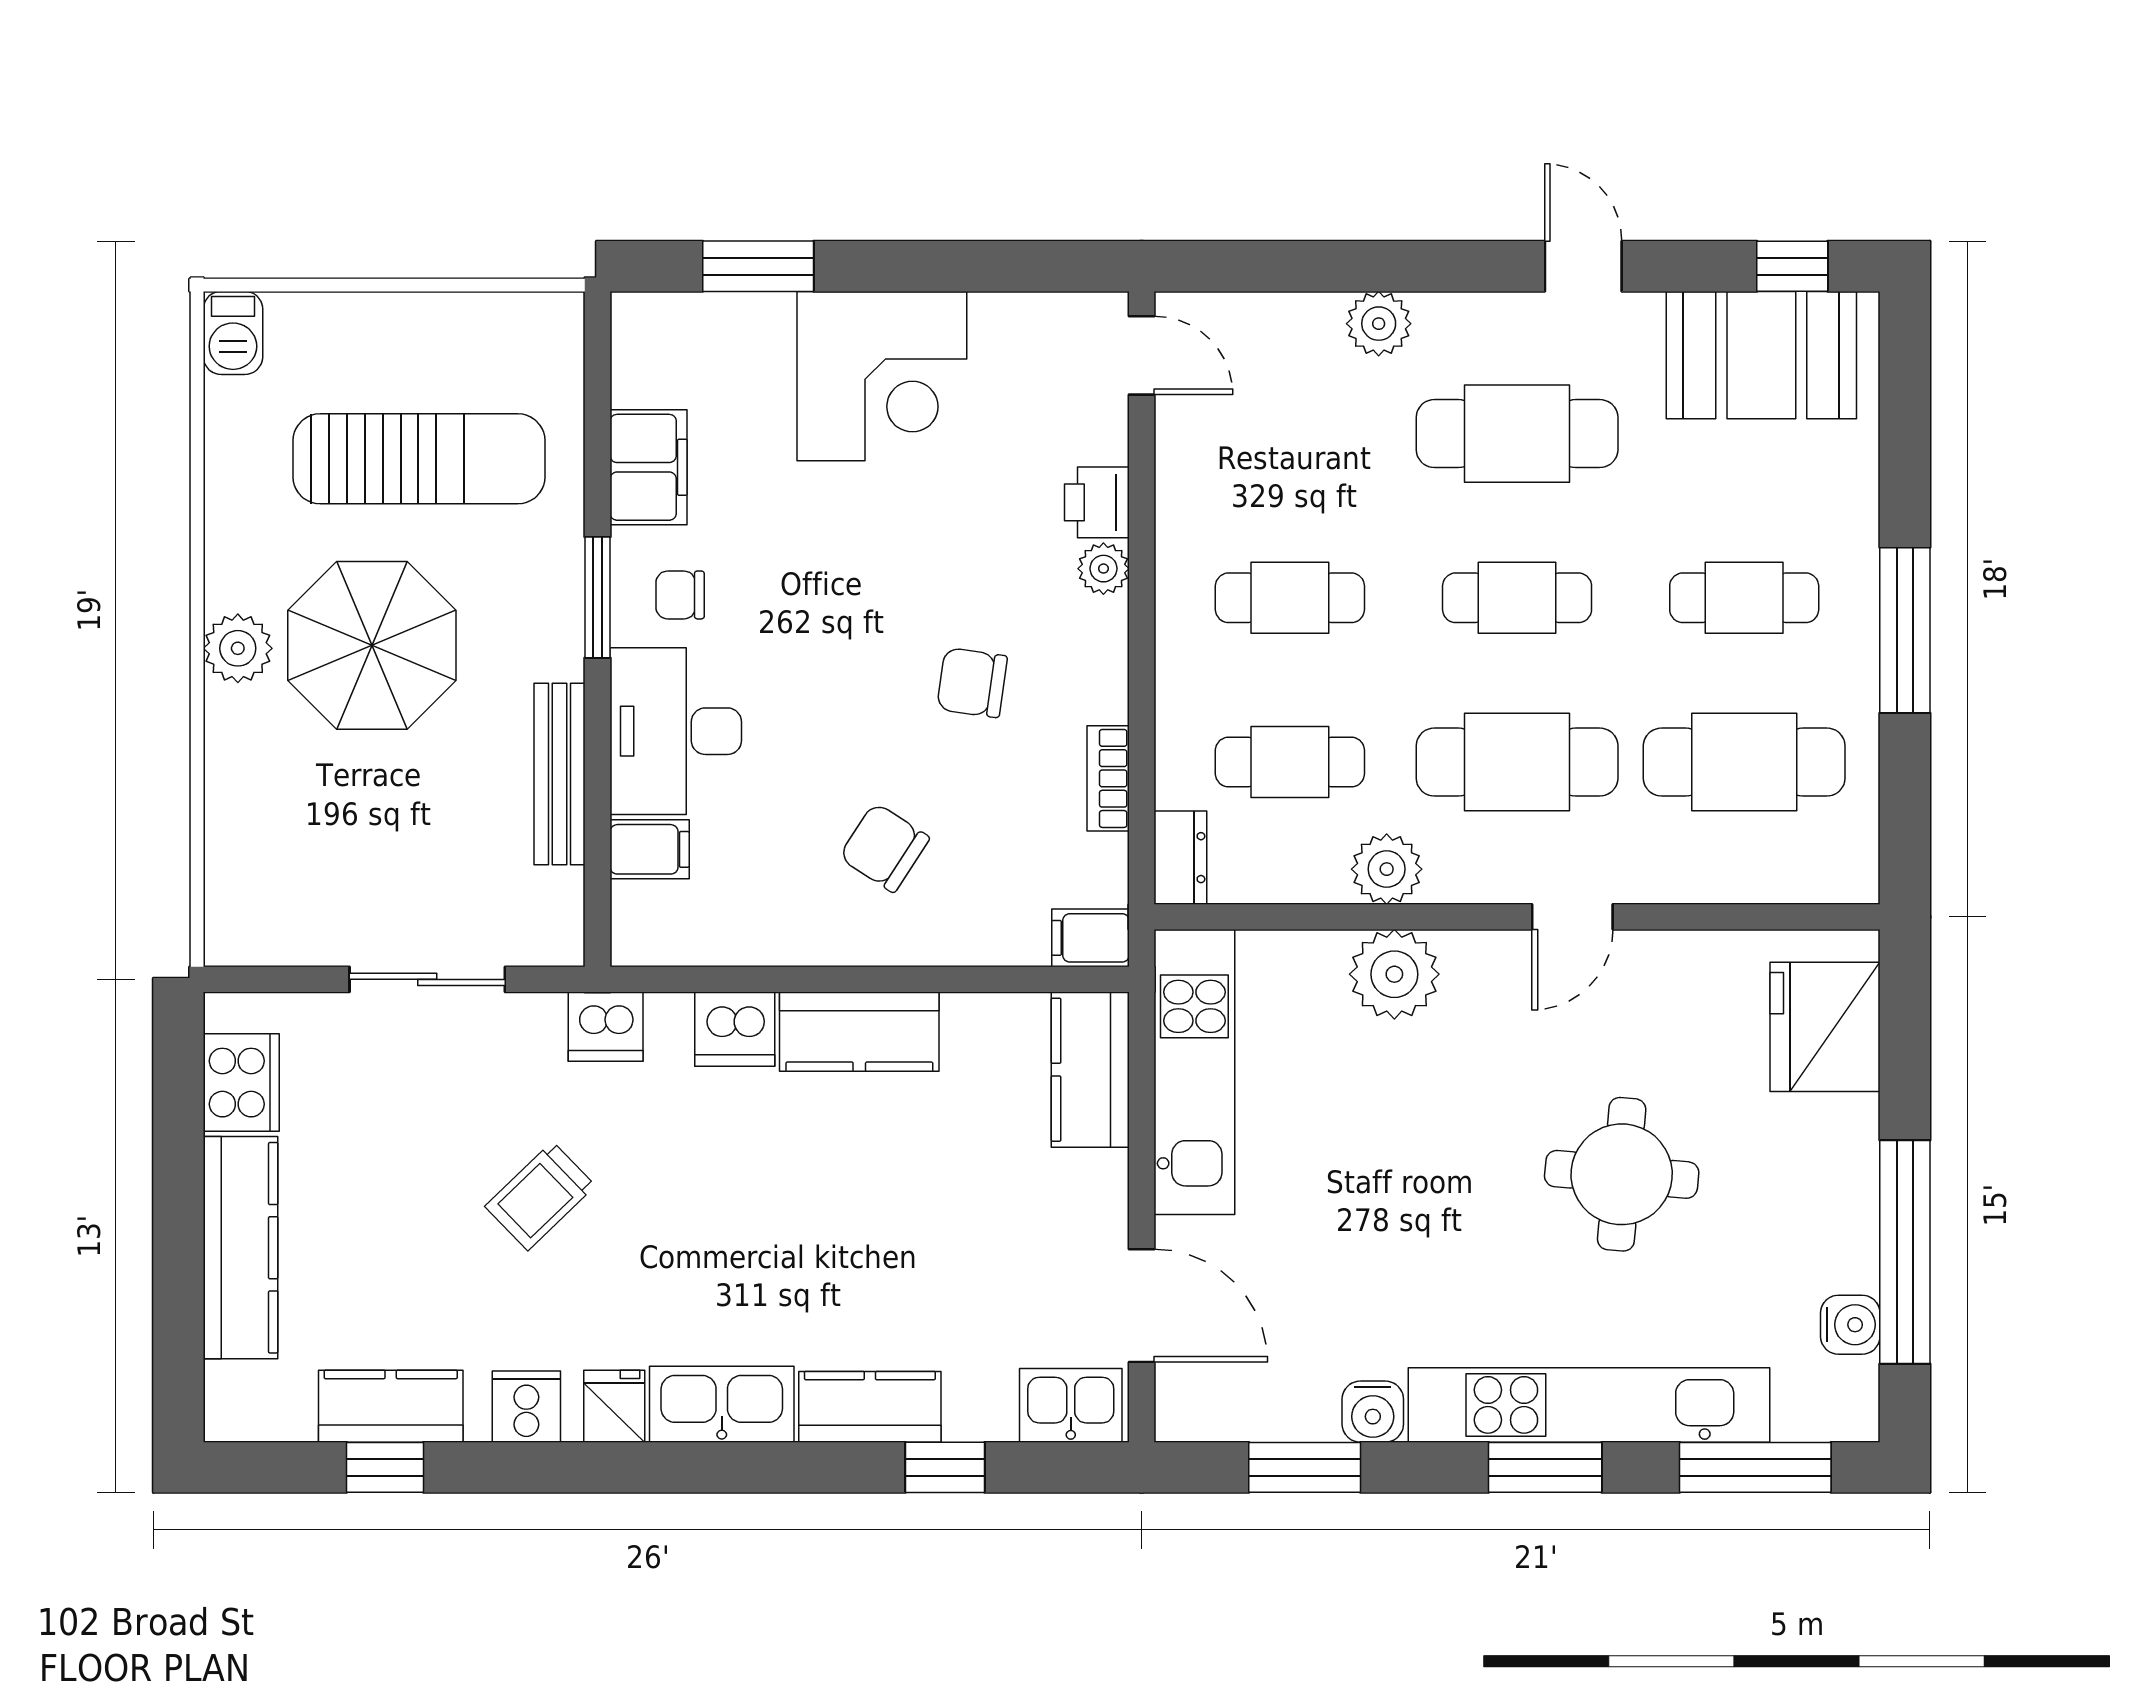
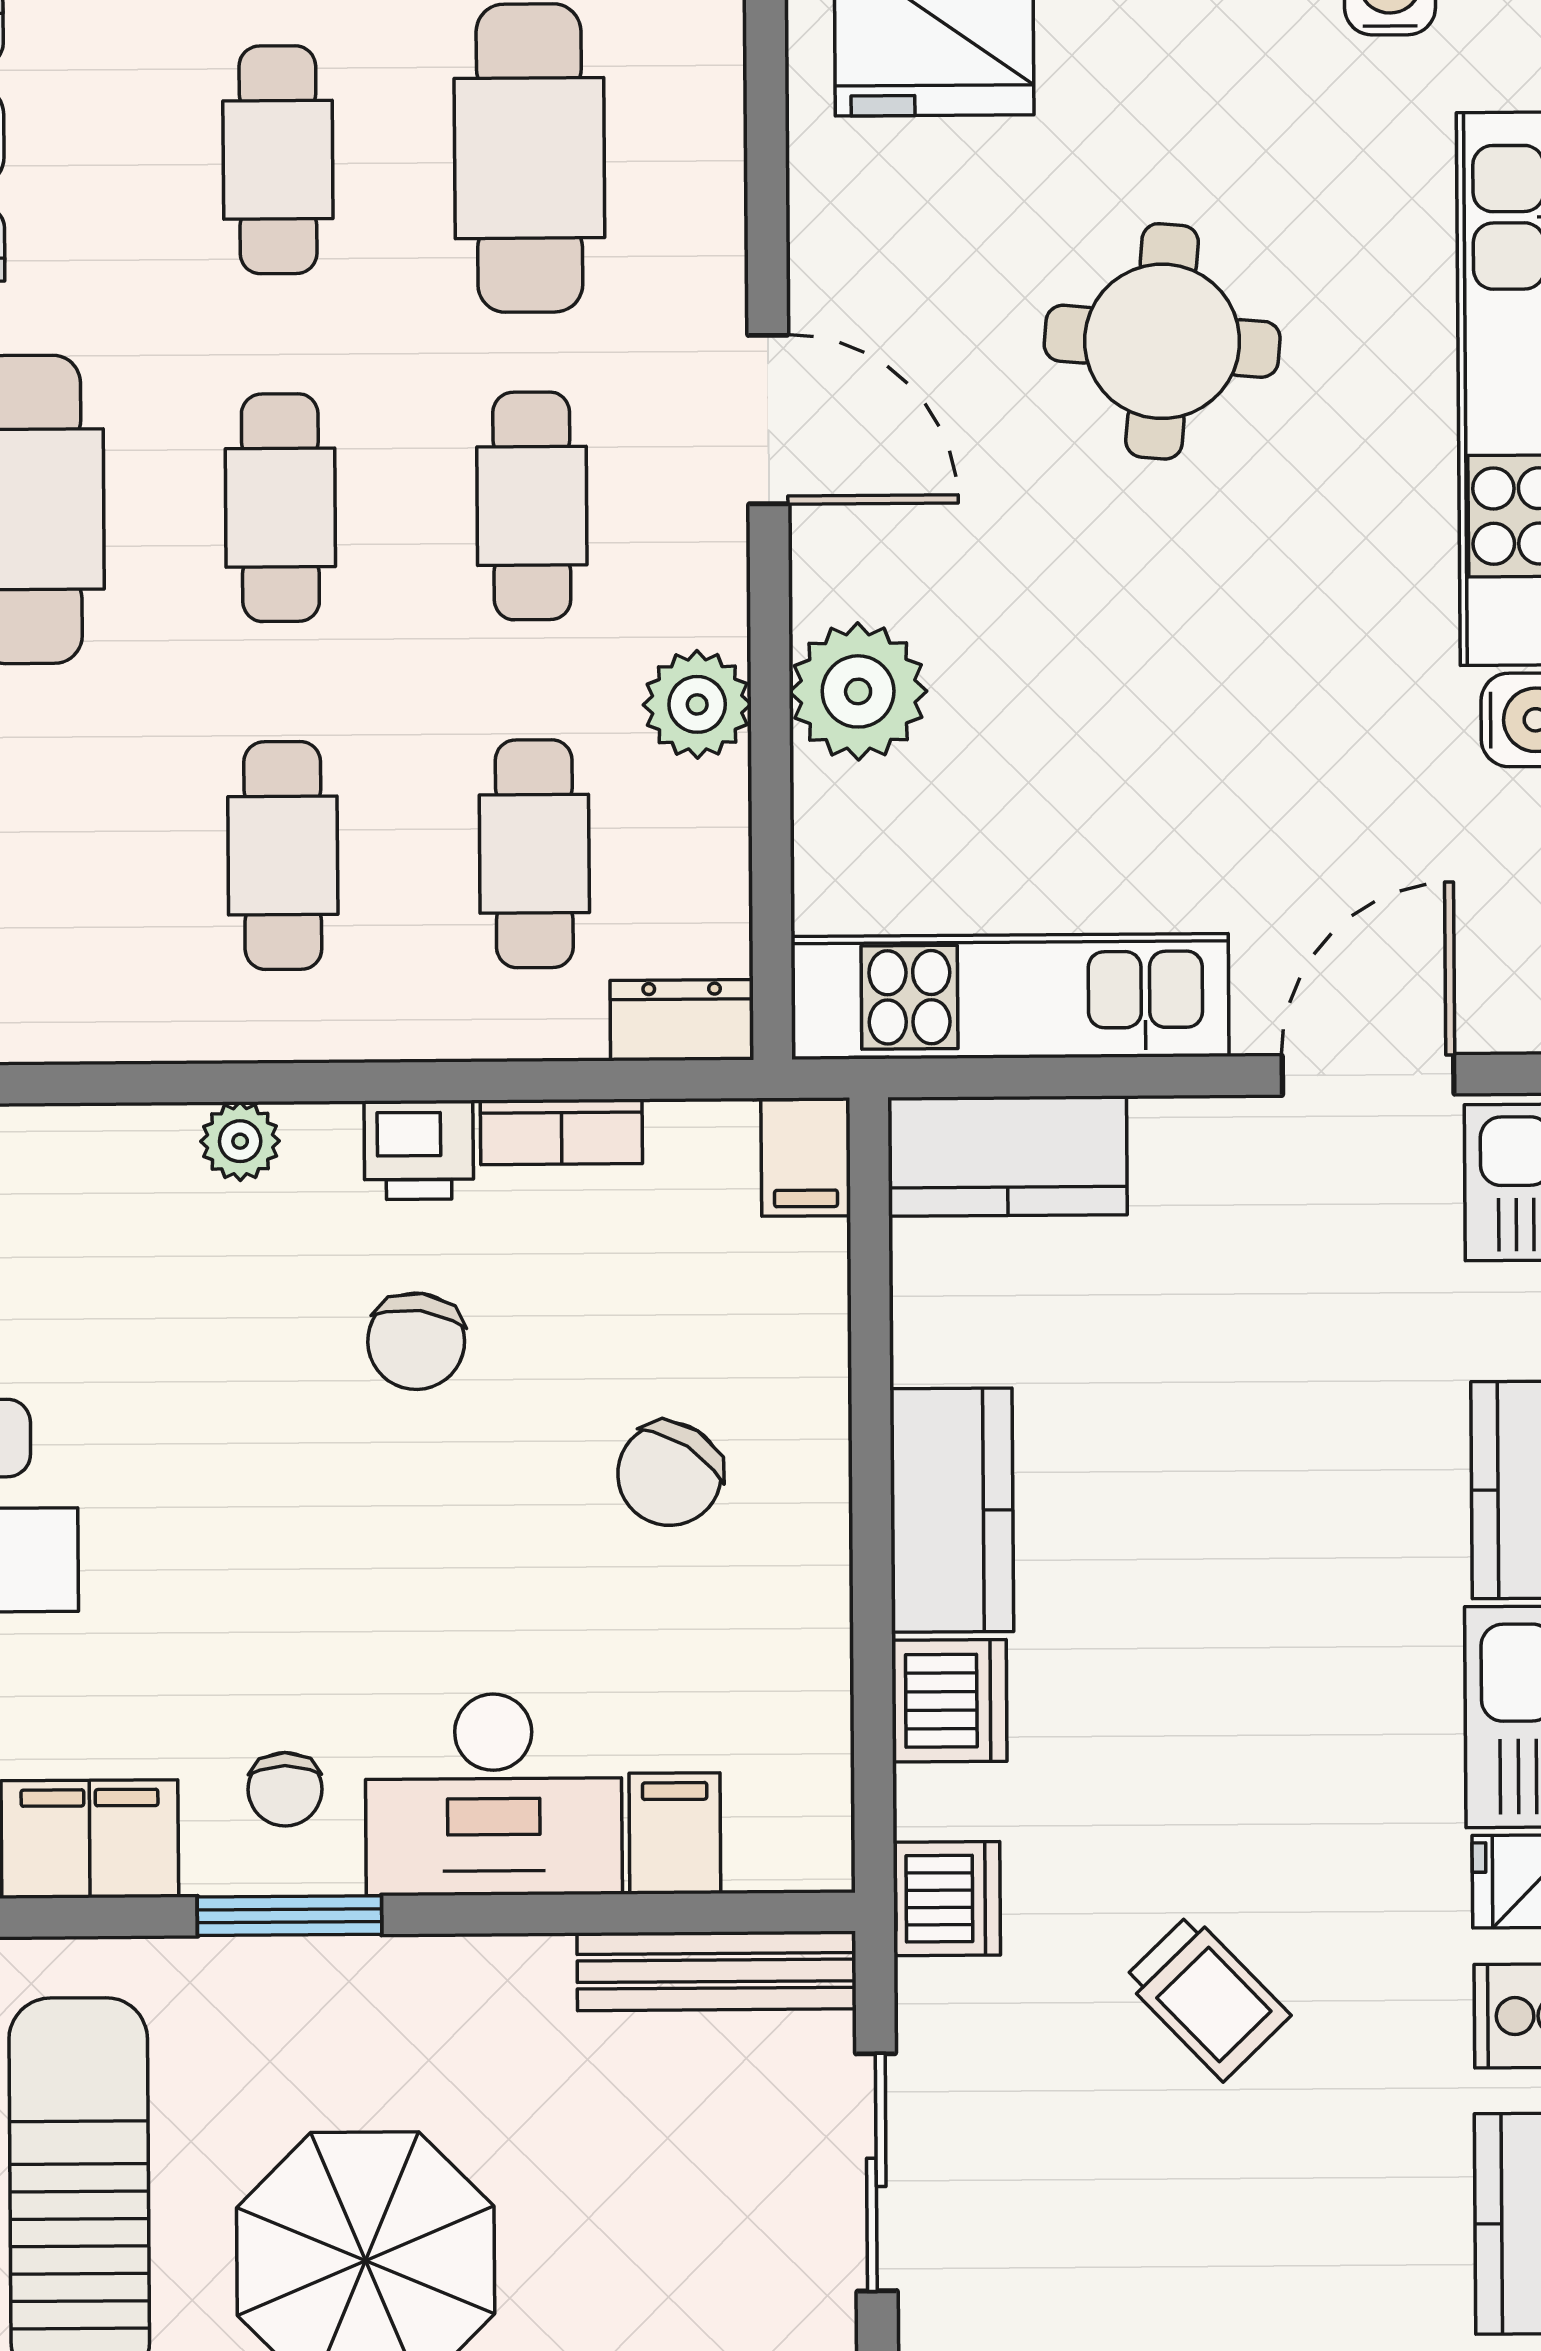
printer: (1097, 502) -> (419, 1150), moved
cafe table: (1517, 762) -> (532, 506), width x0.73, depth x0.74
bench: (560, 774) -> (717, 1971), moved
door: (1572, 917) -> (768, 419), width x1.38

